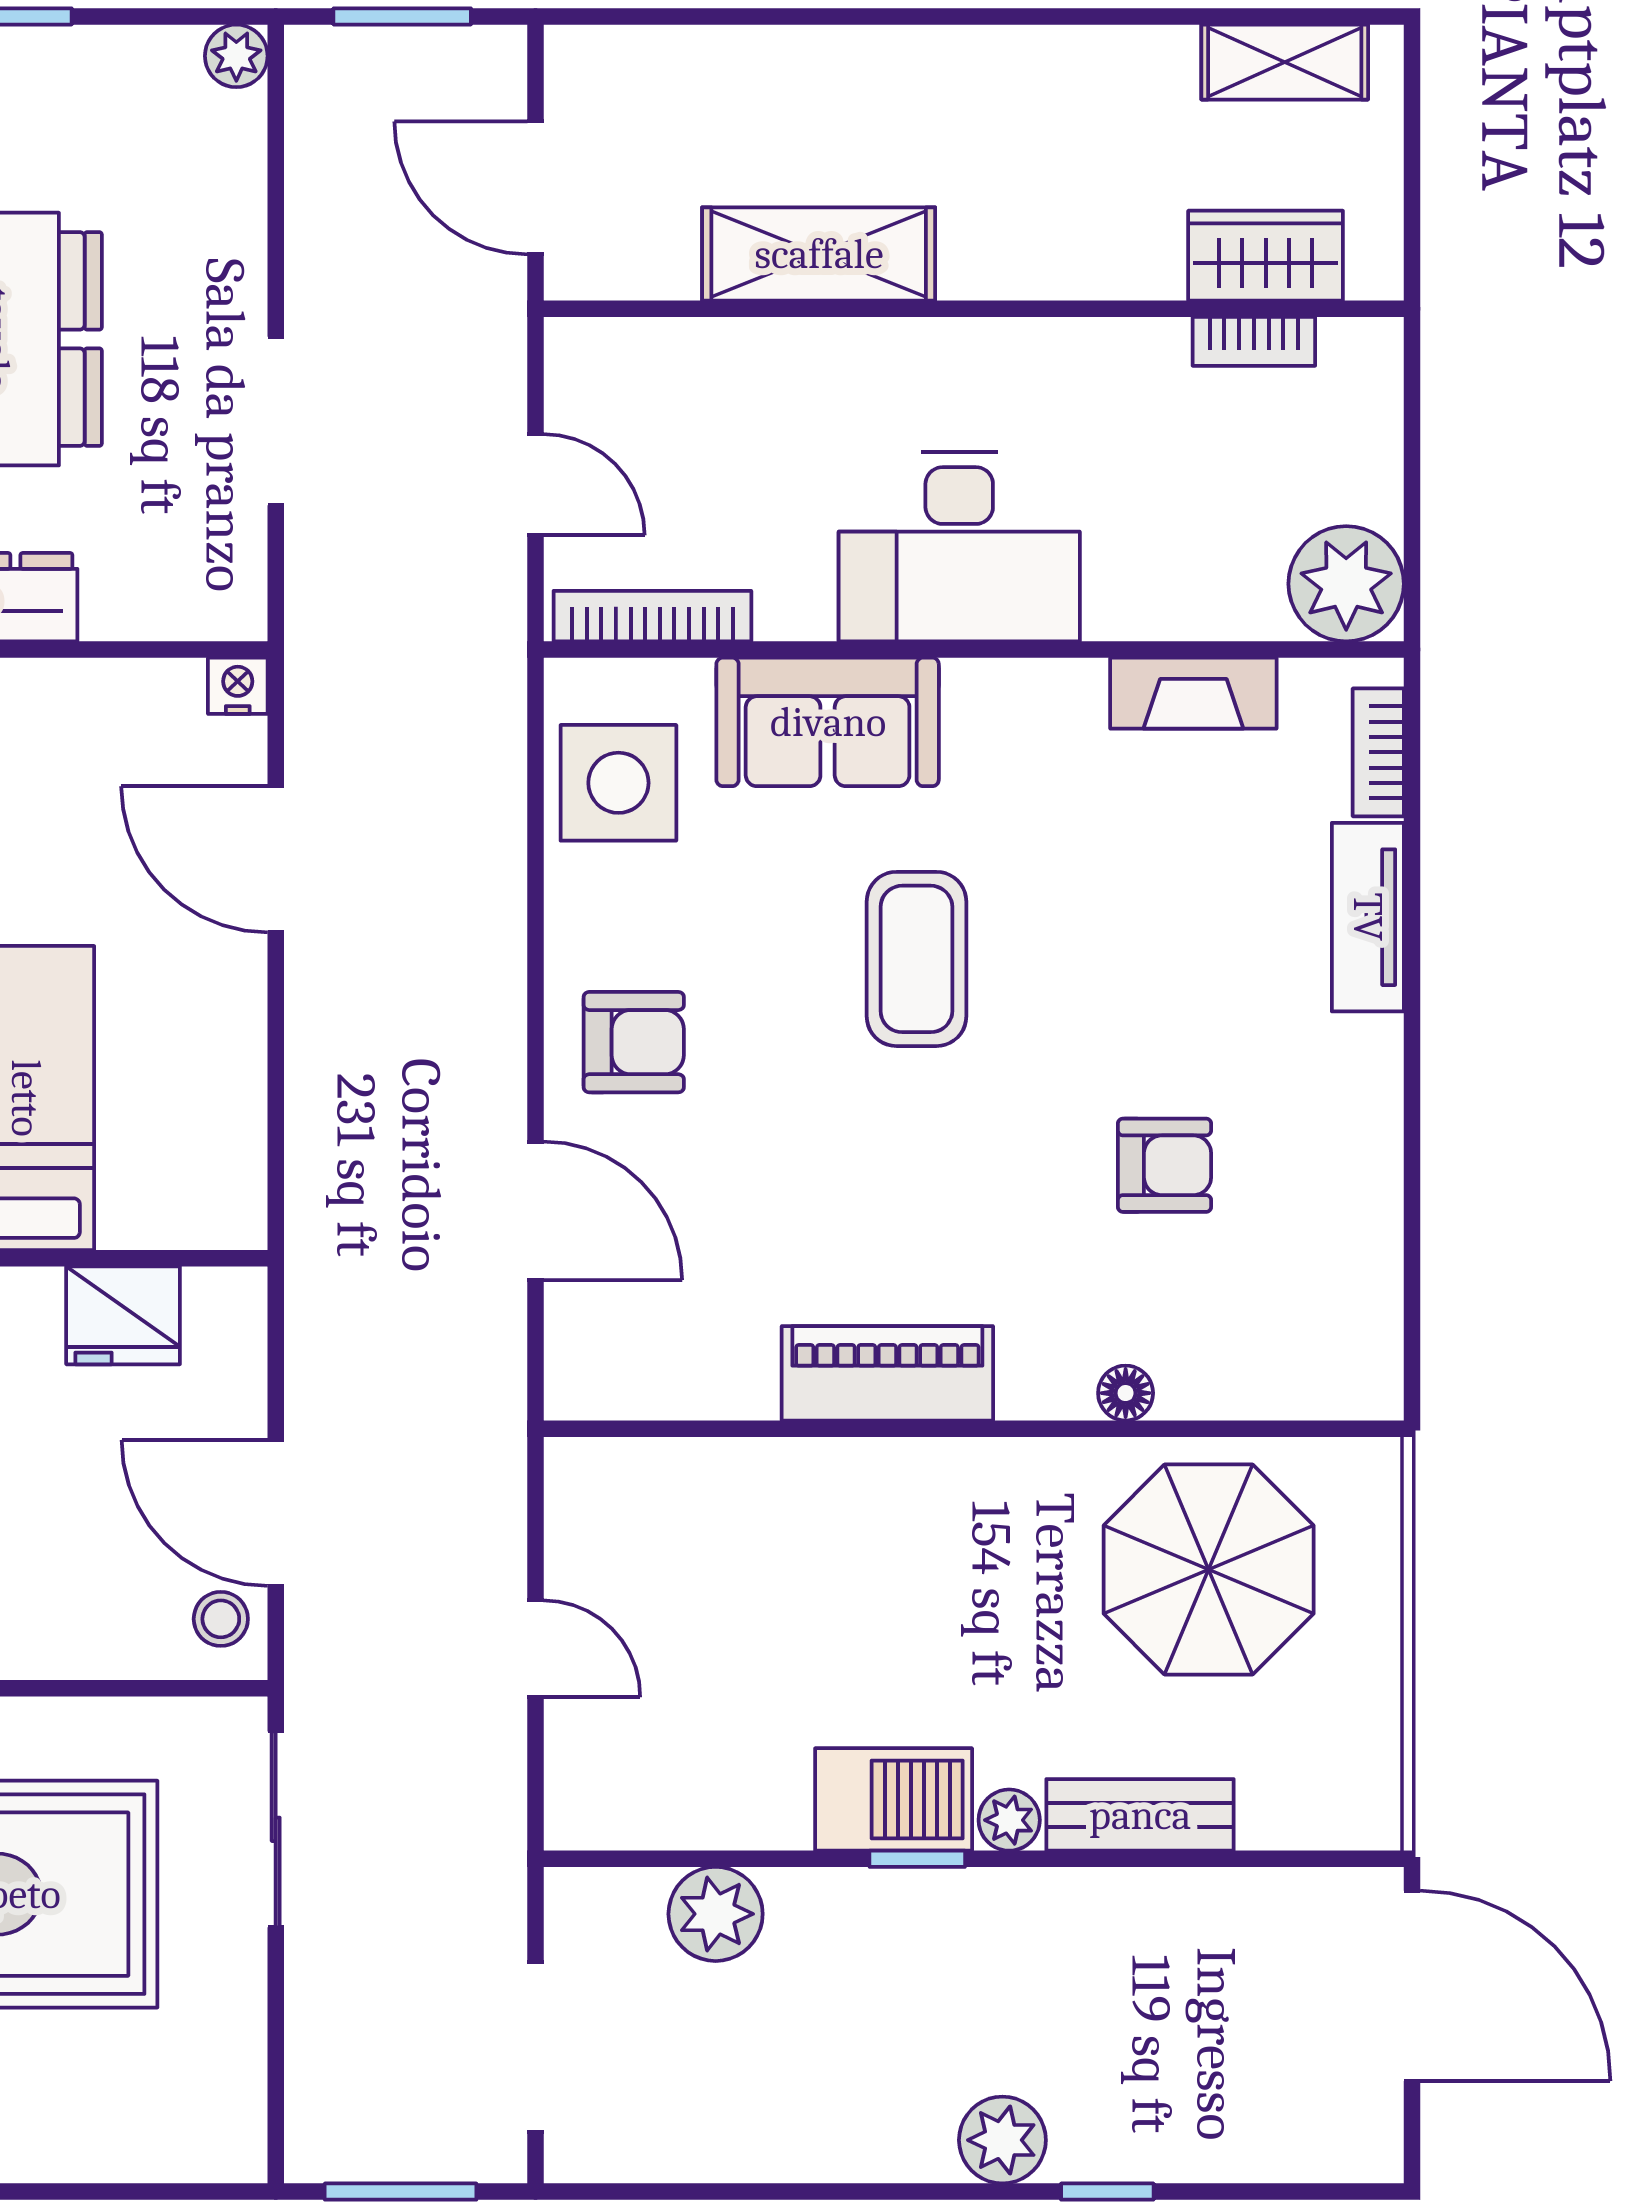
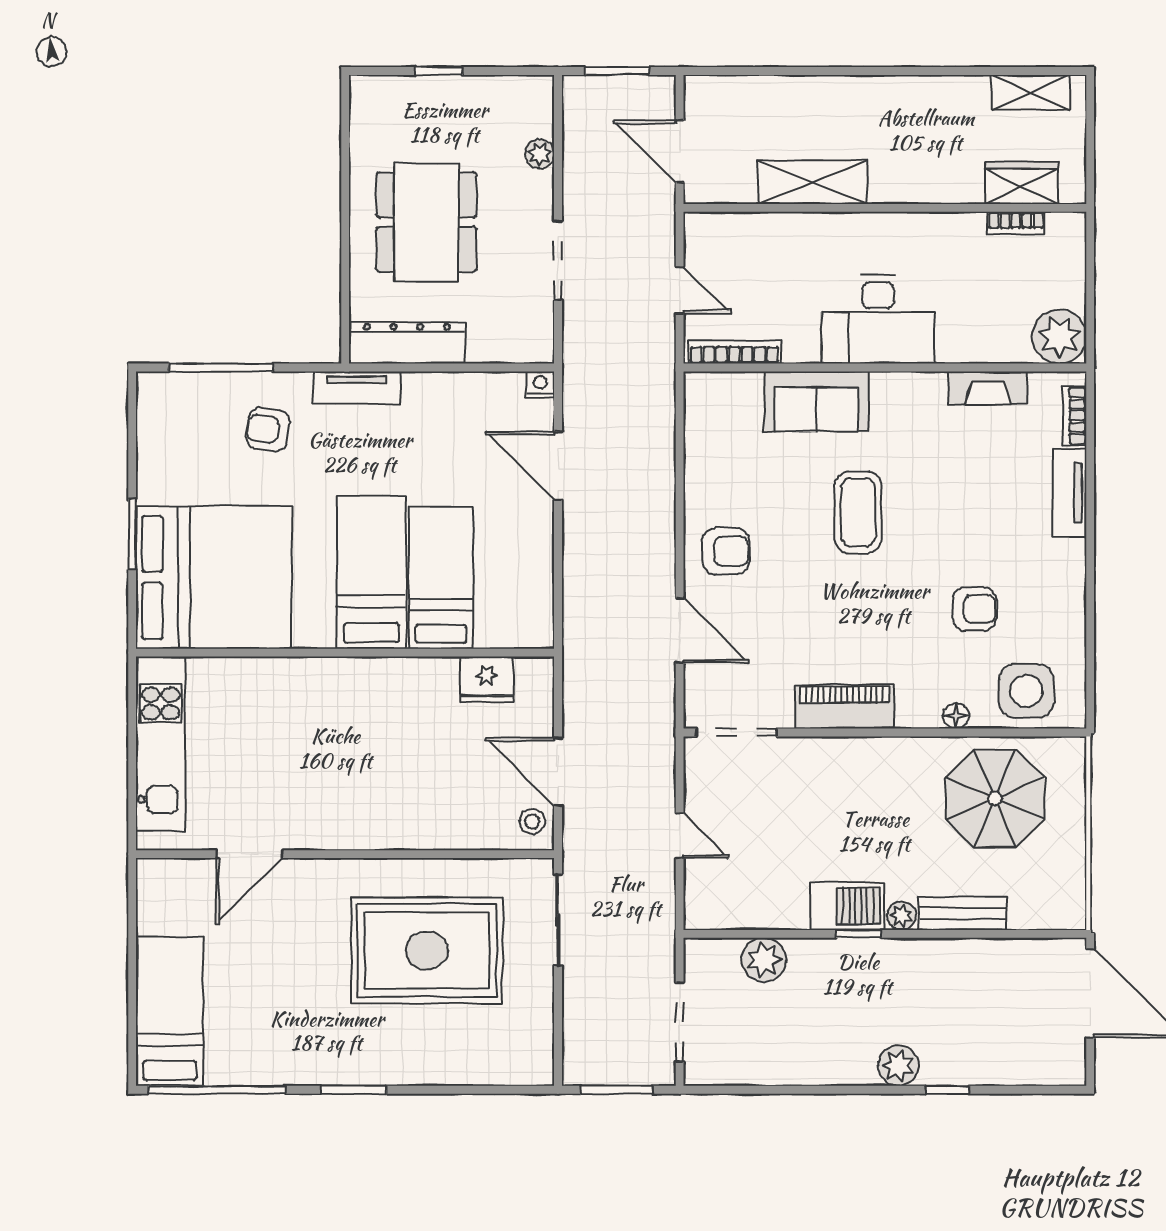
plant: (236, 56) -> (539, 154), moved
side table: (618, 783) -> (1026, 691), moved
doorway: (656, 1429) -> (736, 732), added

